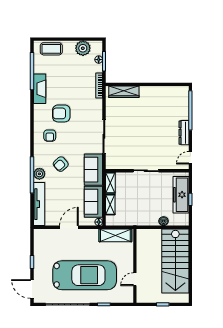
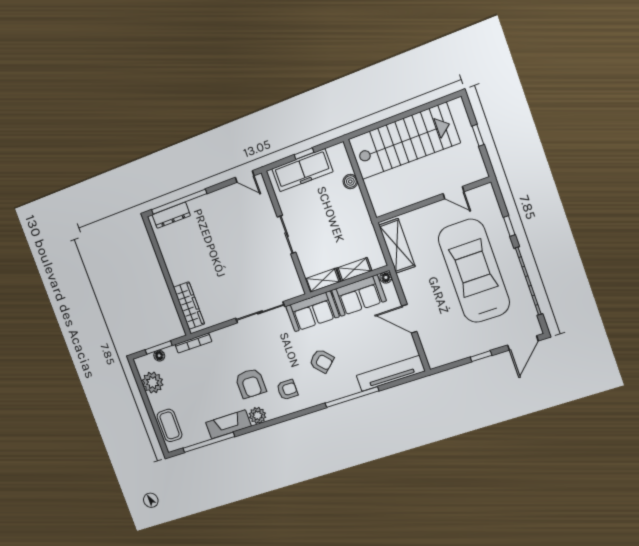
dresser: (184, 133) -> (171, 215), moved
plant: (39, 174) -> (258, 415), moved

